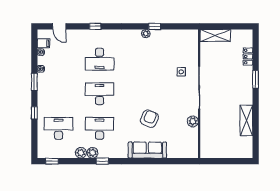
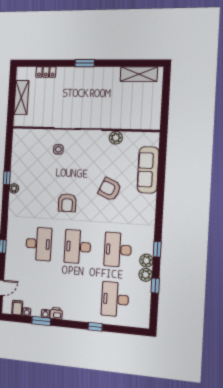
shelving: (215, 35) -> (21, 97), moved
printer: (42, 78) -> (56, 313), added
window: (256, 79) -> (85, 63), moved
window: (34, 82) -> (41, 321), moved
armchair: (136, 82) -> (67, 203), added
shelving: (246, 120) -> (139, 74), moved
sofa: (147, 150) -> (148, 170), moved
window: (52, 161) -> (155, 286), moved

